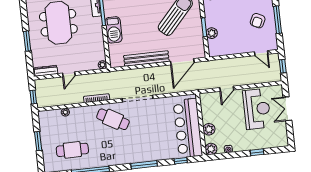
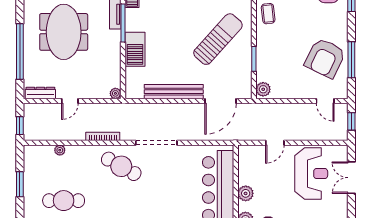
armchair: (258, 21) -> (325, 58), width x1.88, depth x1.88
plant: (212, 33) -> (263, 89), moved
window: (27, 41) -> (20, 51), width x2.11

